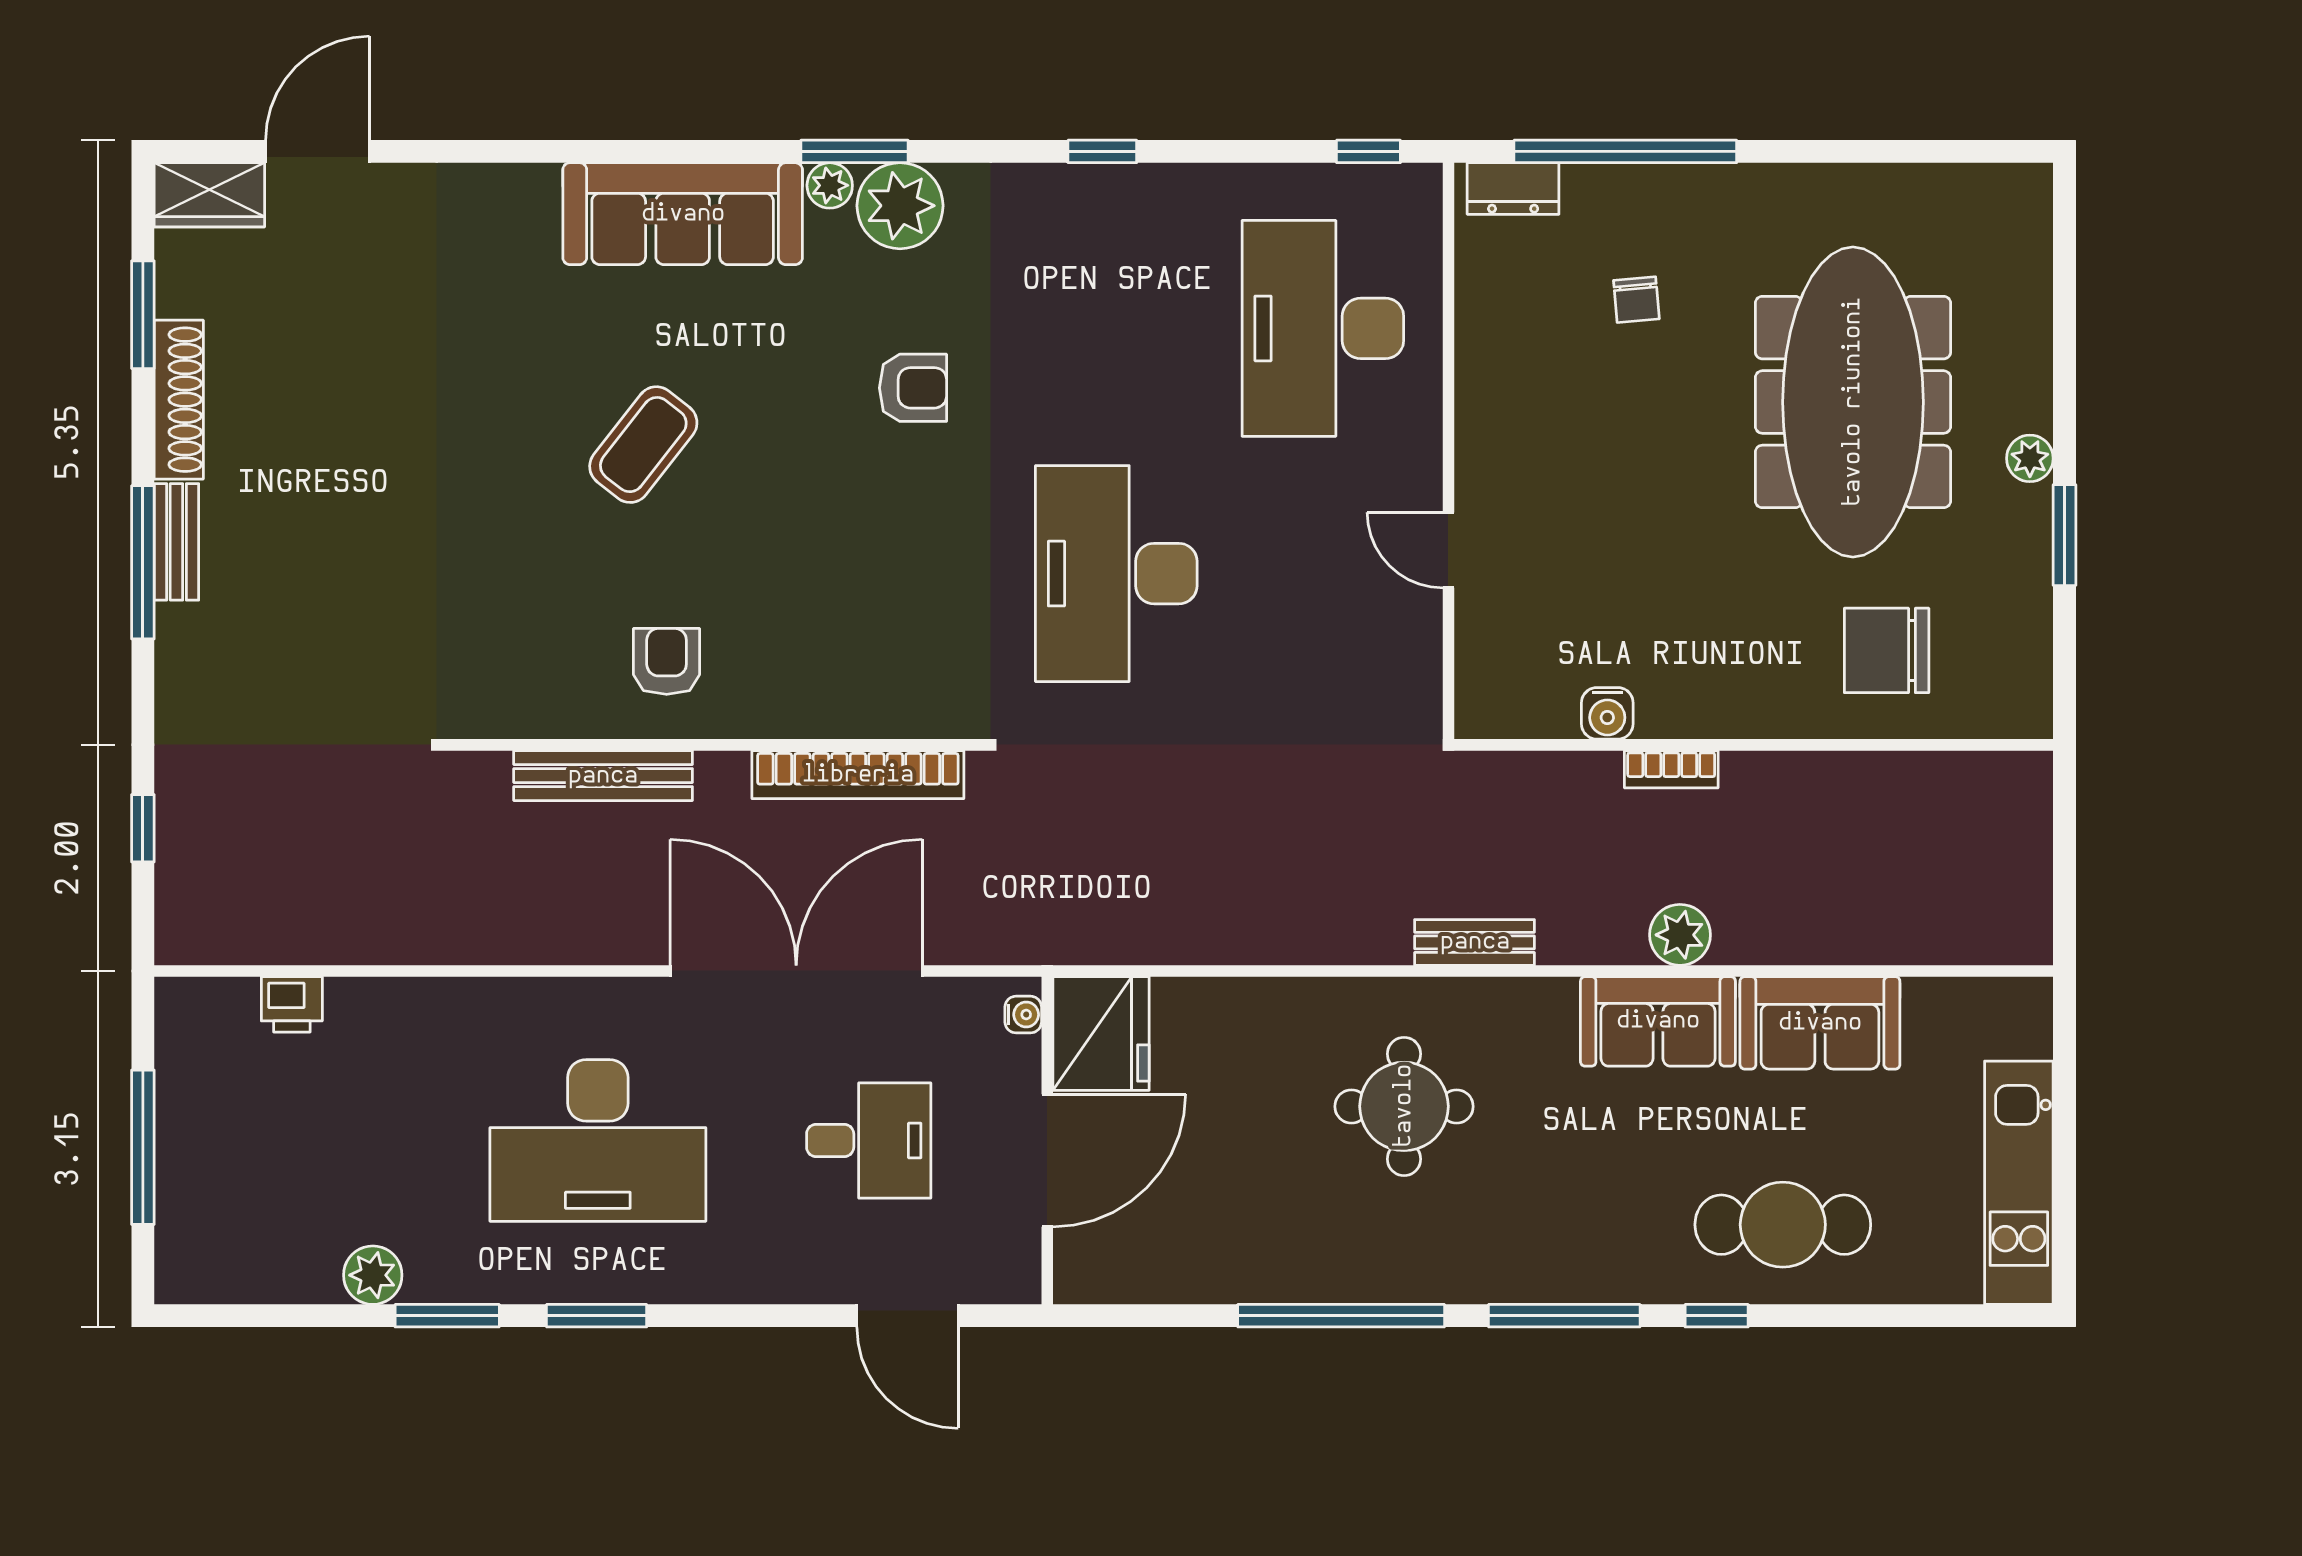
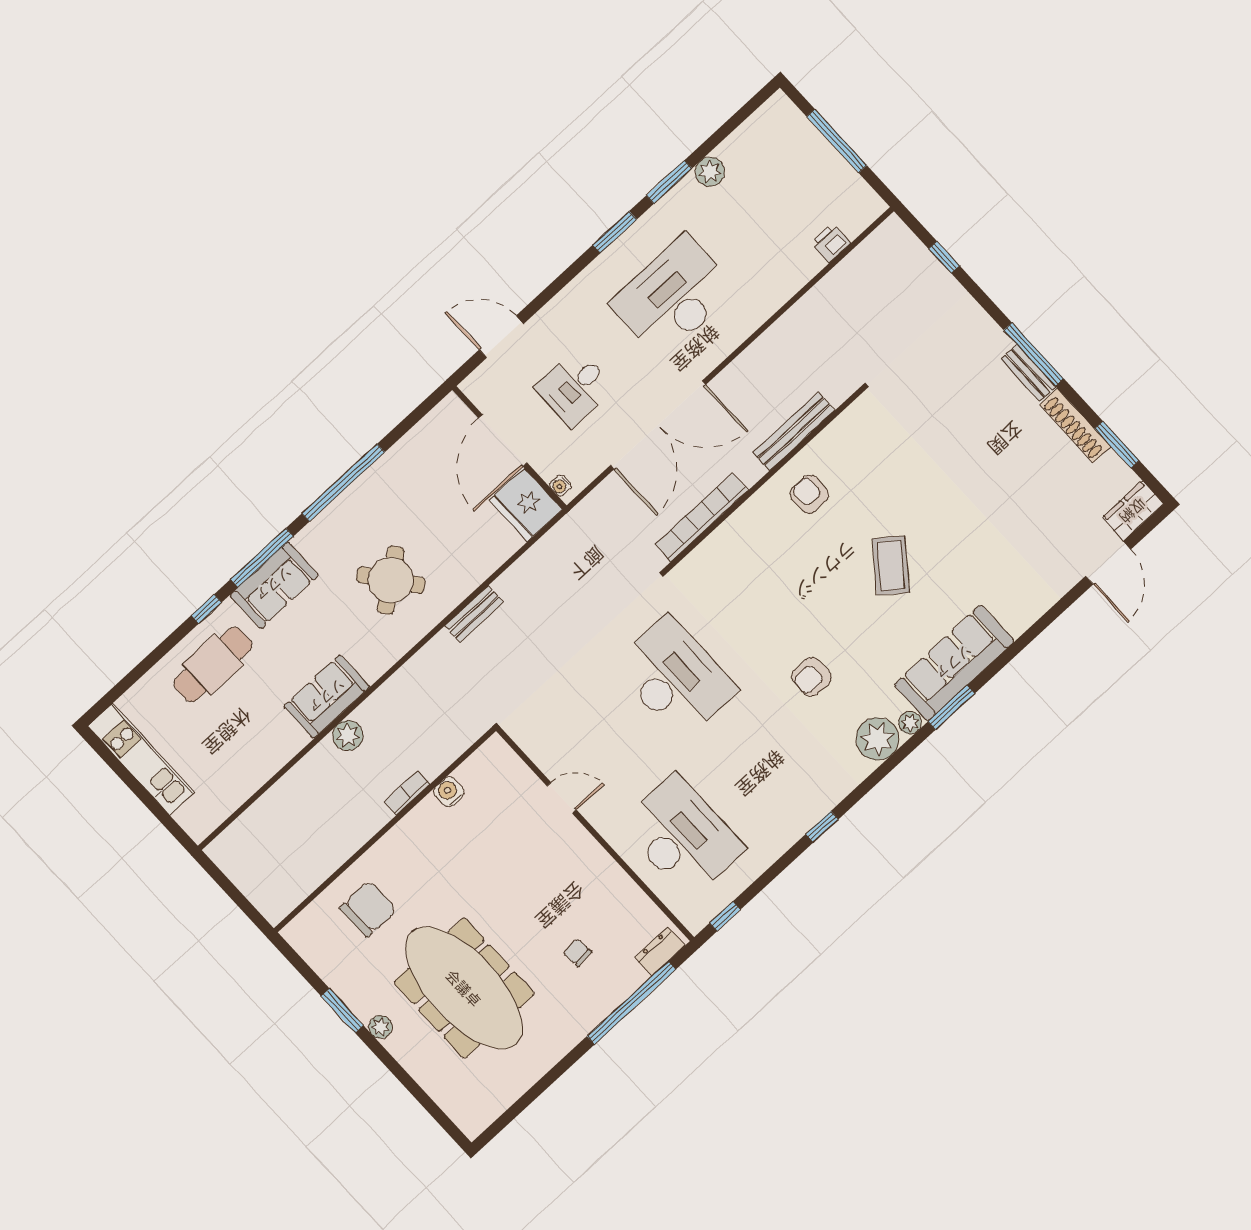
window: (854, 151) -> (951, 708), moved
armchair: (667, 661) -> (809, 494), turned 180
bench: (1475, 942) -> (474, 614), moved
sofa: (1820, 1023) -> (274, 585), moved, turned 180
round table: (1404, 1106) -> (391, 580), turned -37

